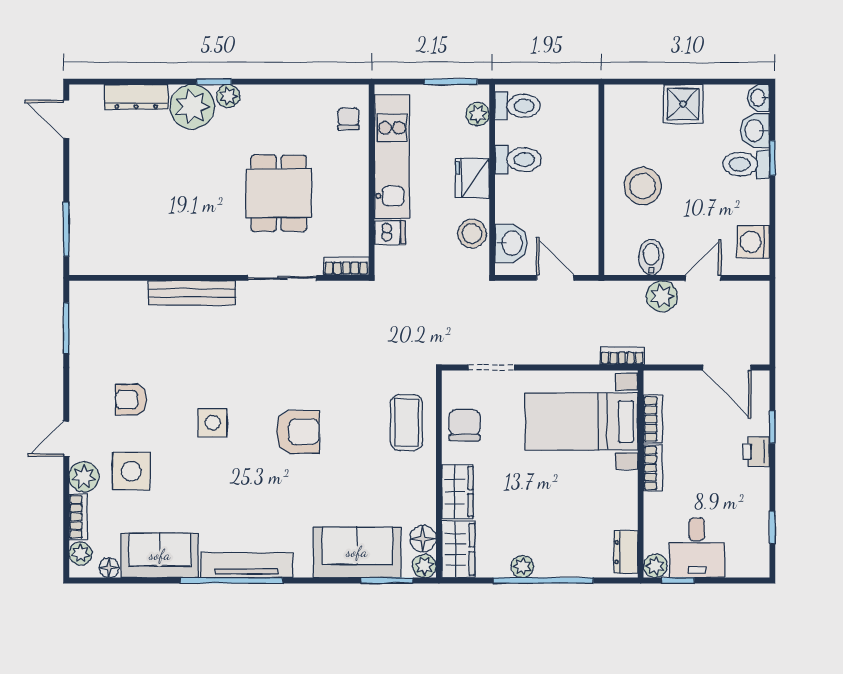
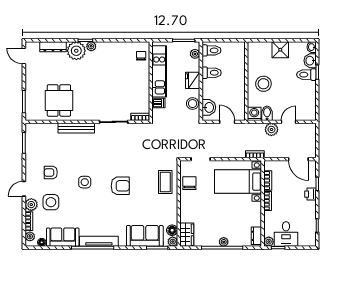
dining table: (279, 193) -> (59, 100), moved
washing machine: (753, 242) -> (254, 114), moved, turned 90
wardrobe: (457, 492) -> (186, 211), removed
plant: (522, 567) -> (224, 242), moved

